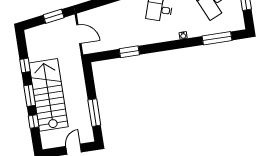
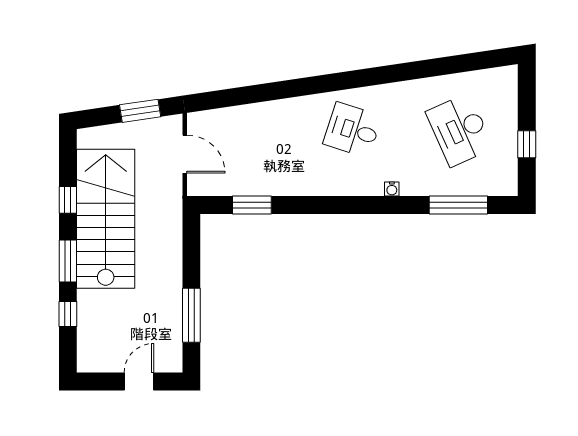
window: (129, 52) -> (252, 205), moved
stairs: (49, 95) -> (106, 219), moved

